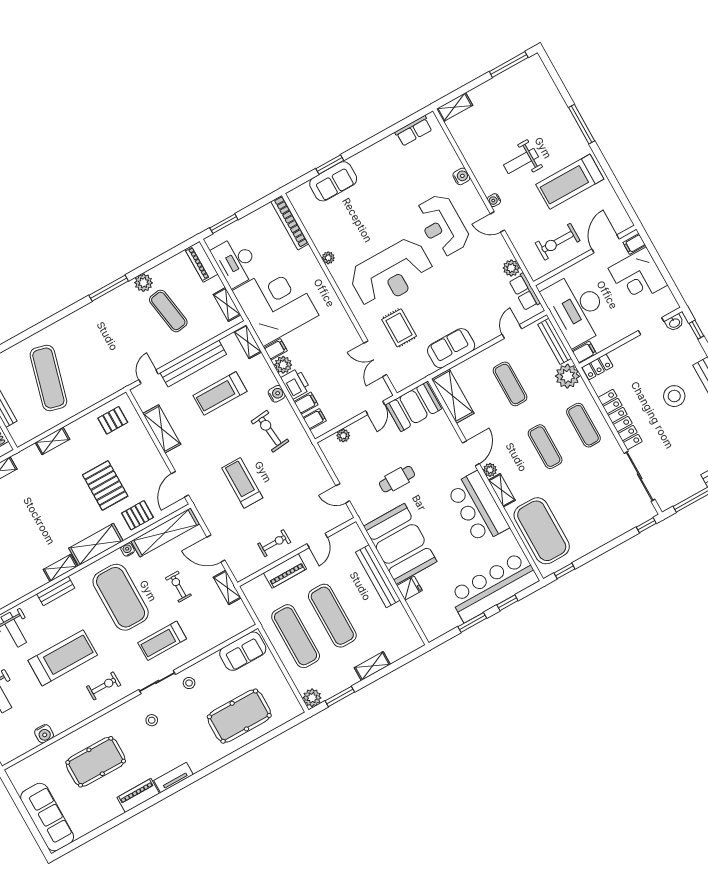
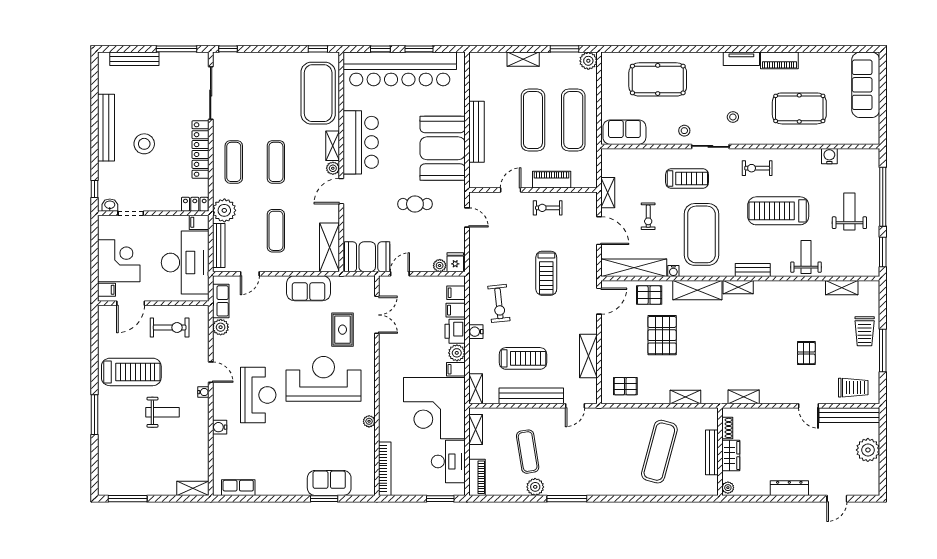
bar counter: (493, 587) -> (400, 69), width x1.36
fridge: (410, 588) -> (455, 262), moved, turned 90

